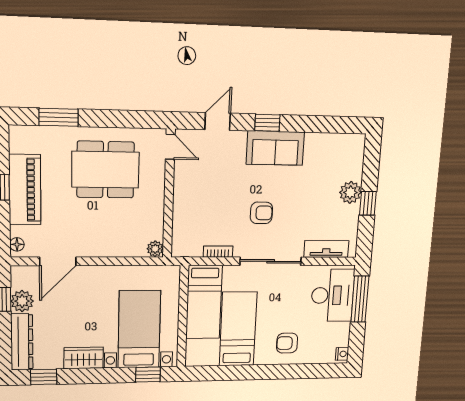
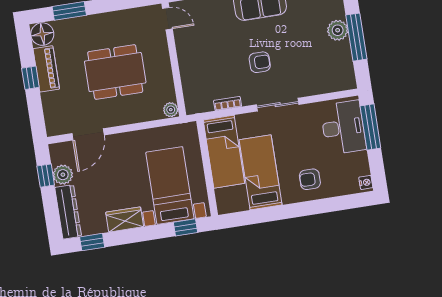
dining table: (105, 170) -> (115, 72), moved
piano: (25, 190) -> (46, 69), width x0.73, depth x0.75
window: (368, 203) -> (356, 37), width x2.17
floor lamp: (17, 244) -> (42, 34), moved, width x1.89, depth x1.89
tv unit: (326, 249) -> (327, 85), removed
sliding door: (271, 261) -> (278, 105), width x0.73

